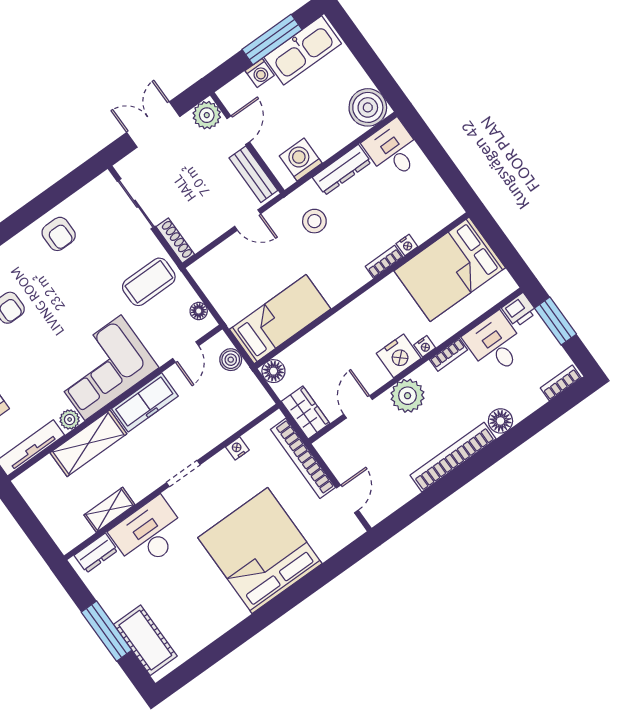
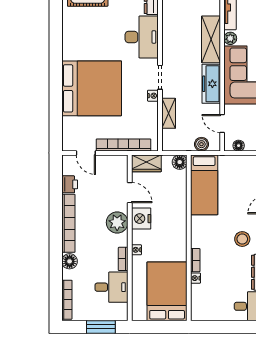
printer: (519, 310) -> (70, 184), moved, turned 180
nightstand: (399, 356) -> (141, 219), moved
bookcase: (561, 383) -> (67, 300), width x1.56
nightstand: (237, 448) -> (153, 96), moved
shelving: (109, 510) -> (169, 113), moved

